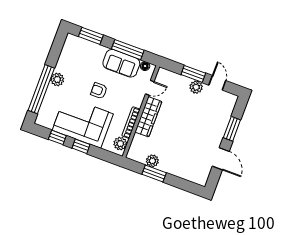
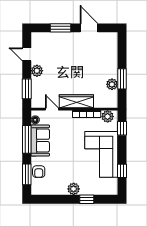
window: (193, 74) -> (27, 89), moved
door: (217, 83) -> (27, 54), hinge flipped
window: (41, 89) -> (87, 199), width x0.32
armchair: (99, 91) -> (39, 172), moved
window: (81, 146) -> (122, 128), moved
door: (221, 159) -> (89, 28), hinge flipped

